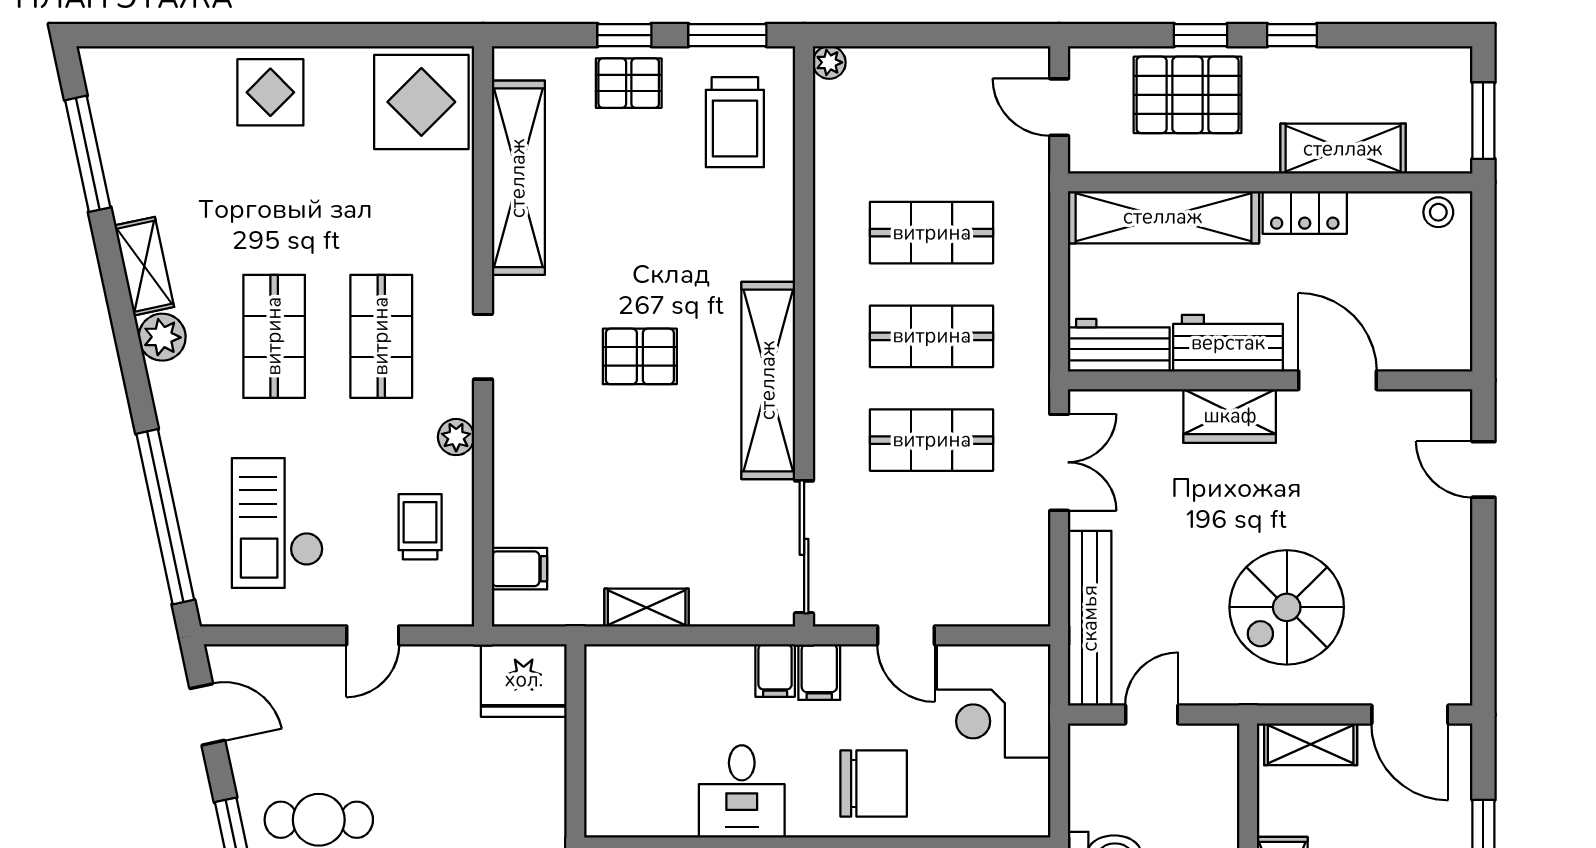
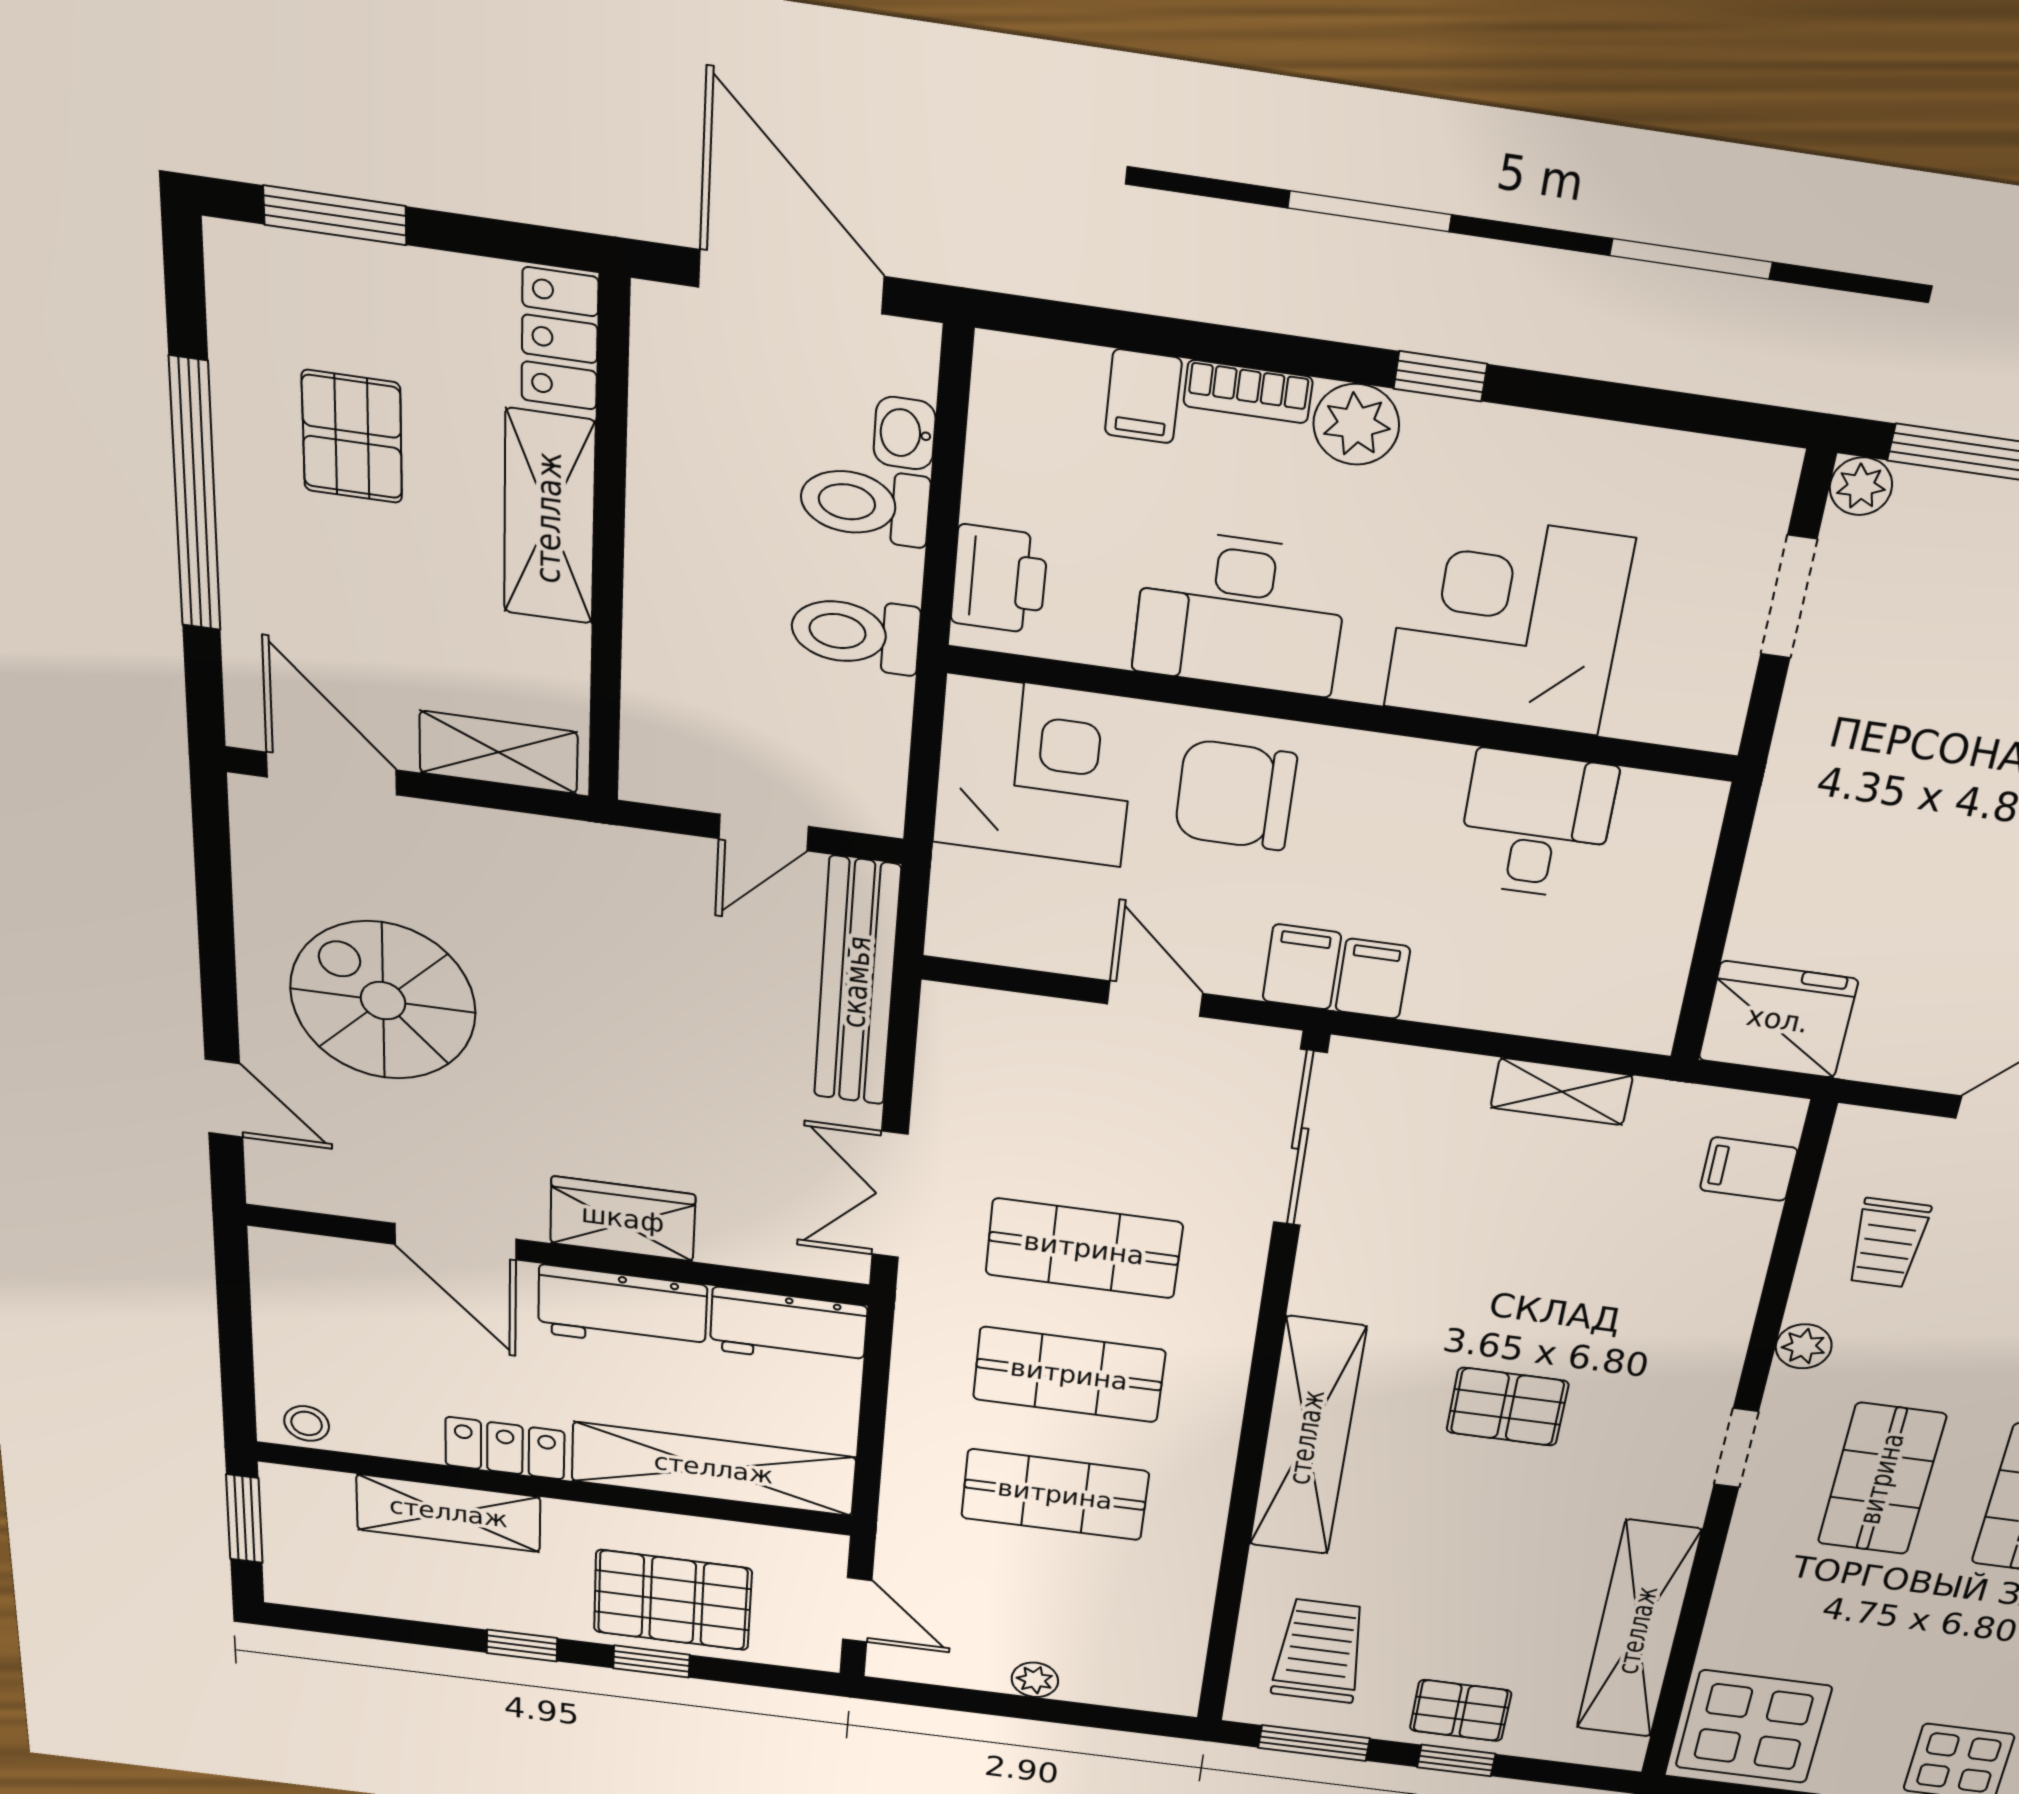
plant: (829, 62) -> (1035, 1680), moved
shelving: (768, 380) -> (1307, 1437), moved
spiral stairs: (1287, 607) -> (383, 1001), moved, turned -90
corner desk: (994, 701) -> (1035, 771), moved
desk: (742, 791) -> (1536, 825), moved

